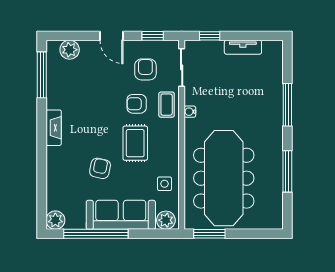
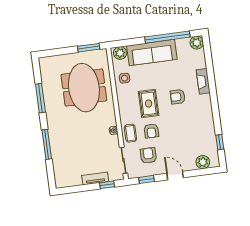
tv unit: (243, 47) -> (95, 178), moved
armchair: (145, 69) -> (148, 156), turned 180
window: (42, 75) -> (220, 142), width x0.46
armchair: (137, 104) -> (151, 131), turned 90
fireplace: (54, 128) -> (203, 81), moved
armchair: (100, 168) -> (178, 97), moved, turned 78
meeting table: (224, 178) -> (84, 88), width x0.73

